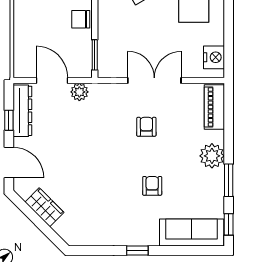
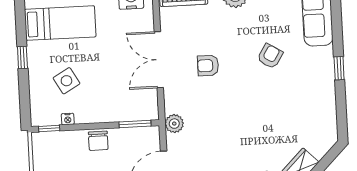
plant: (79, 92) -> (174, 124), moved
armchair: (152, 186) -> (270, 56), turned 122

